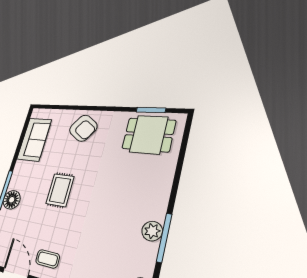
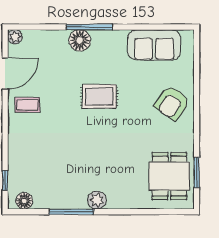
plant: (152, 231) -> (97, 200), moved
coffee table: (48, 259) -> (28, 105), turned 90

